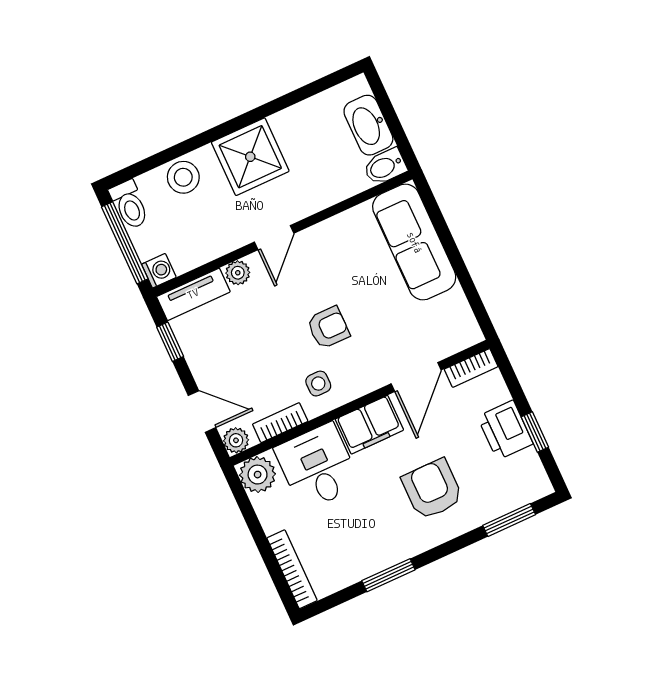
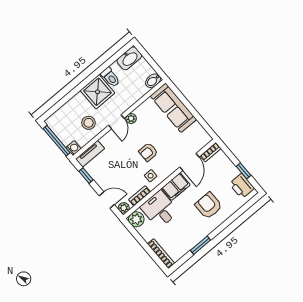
washbasin: (368, 125) -> (129, 58), moved, turned -90
stool: (183, 177) -> (89, 123), moved
toilet: (129, 205) -> (110, 77), moved
plant: (238, 273) -> (131, 118), moved
armchair: (328, 328) -> (148, 152), turned 180
printer: (505, 430) -> (242, 186), moved
window: (509, 520) -> (243, 209), removed

